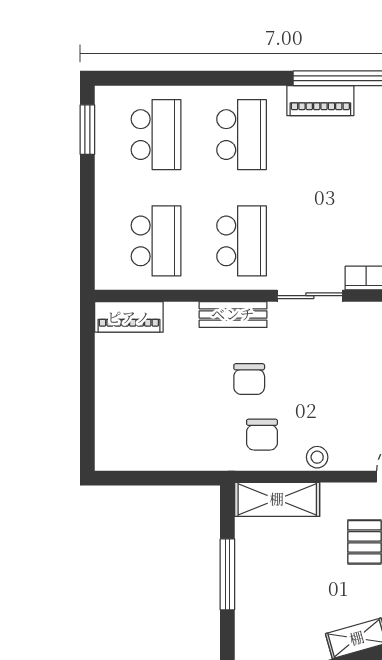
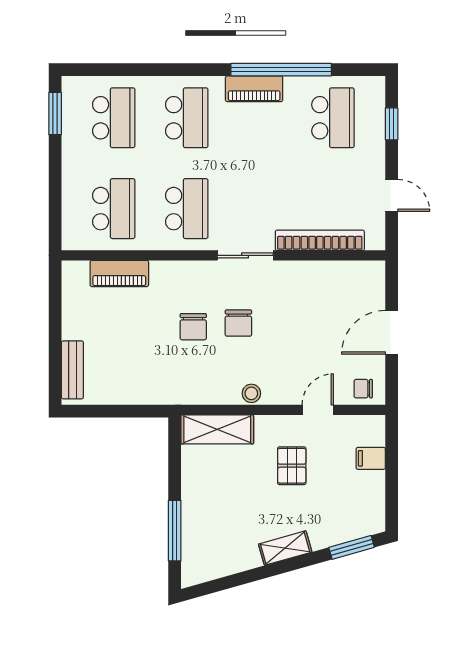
bench: (233, 314) -> (72, 370), moved, turned 90
piano: (129, 317) -> (119, 273), moved
chair: (262, 435) -> (238, 323), moved
window: (227, 574) -> (175, 531), moved

